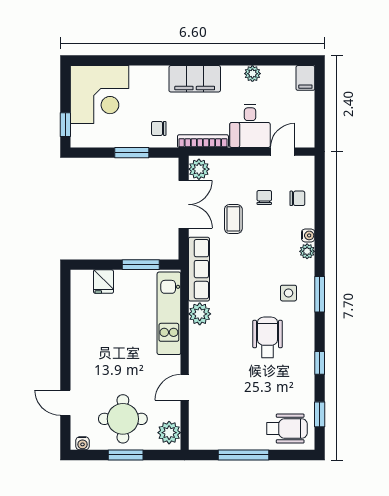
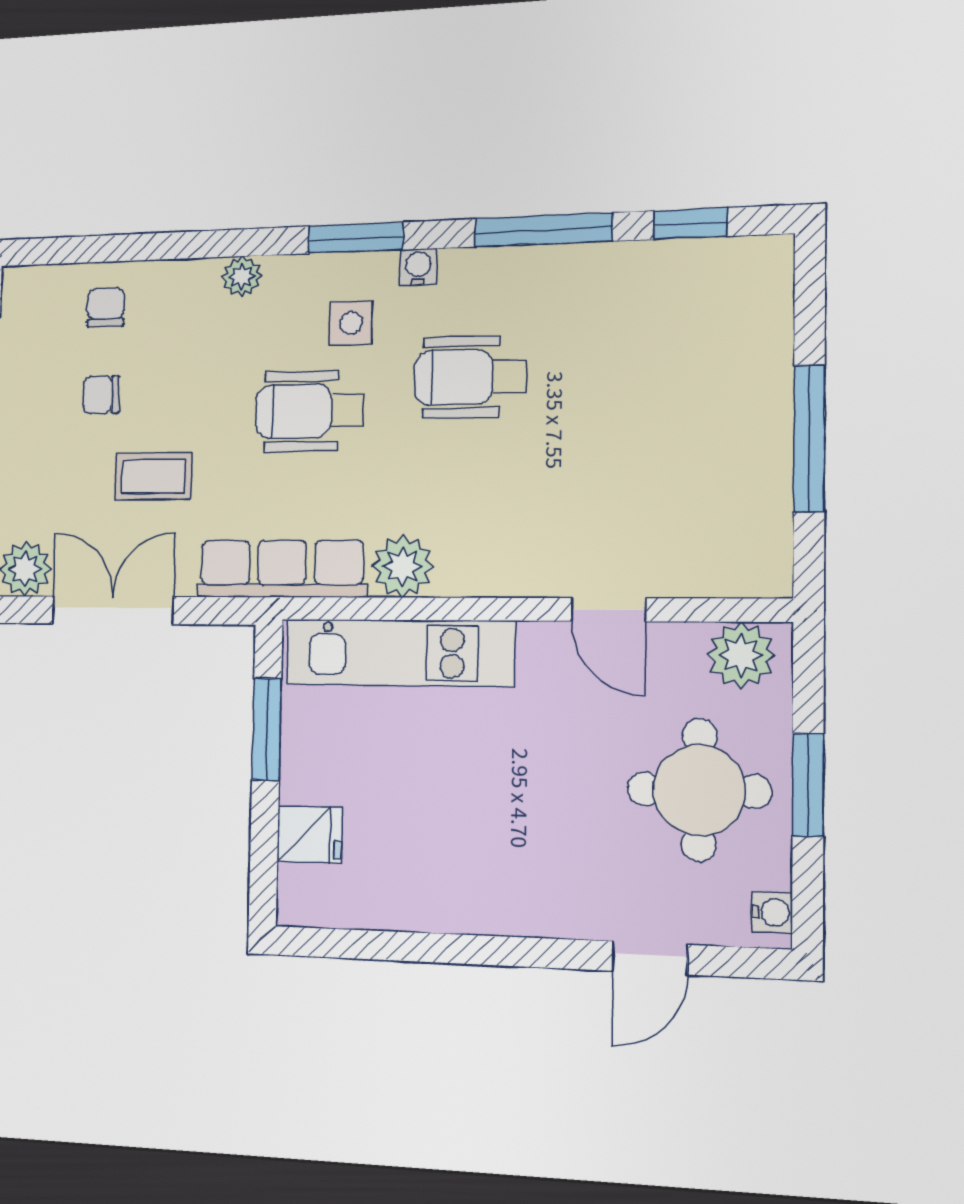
water cooler: (308, 235) -> (418, 267), moved
window: (320, 363) -> (543, 230), width x2.17
wheelchair: (287, 429) -> (310, 411), moved, turned -90

